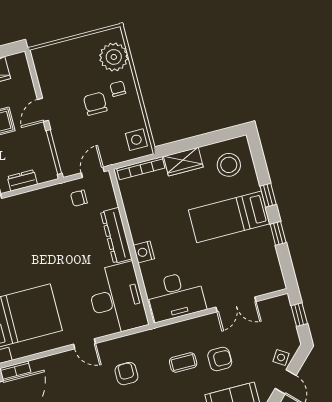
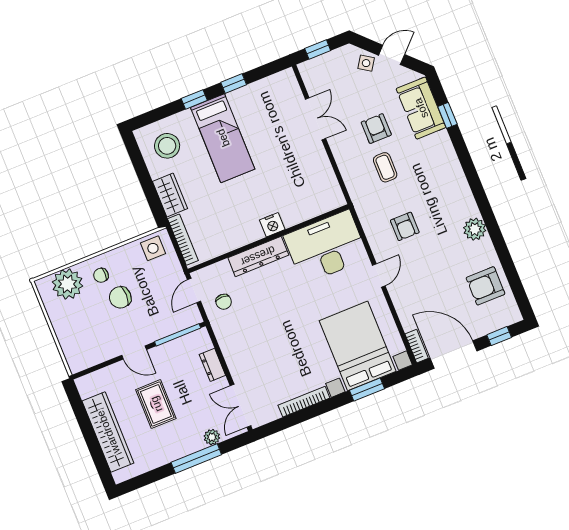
door: (93, 172) -> (194, 291), hinge flipped
desk: (176, 296) -> (315, 184), removed
armchair: (126, 374) -> (405, 226), turned -90

